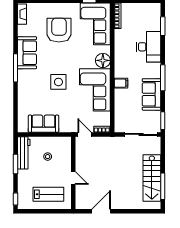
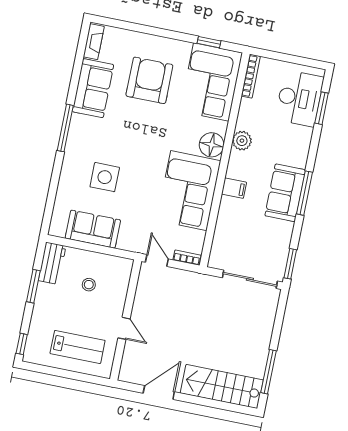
desk: (149, 47) -> (299, 98), moved
sofa: (27, 53) -> (93, 88), moved
plant: (120, 54) -> (242, 141), added
side table: (58, 82) -> (105, 177), moved
sofa: (151, 94) -> (285, 193), moved
workbench: (24, 153) -> (52, 263), width x0.73
stairs: (152, 178) -> (222, 386), moved, turned 90

